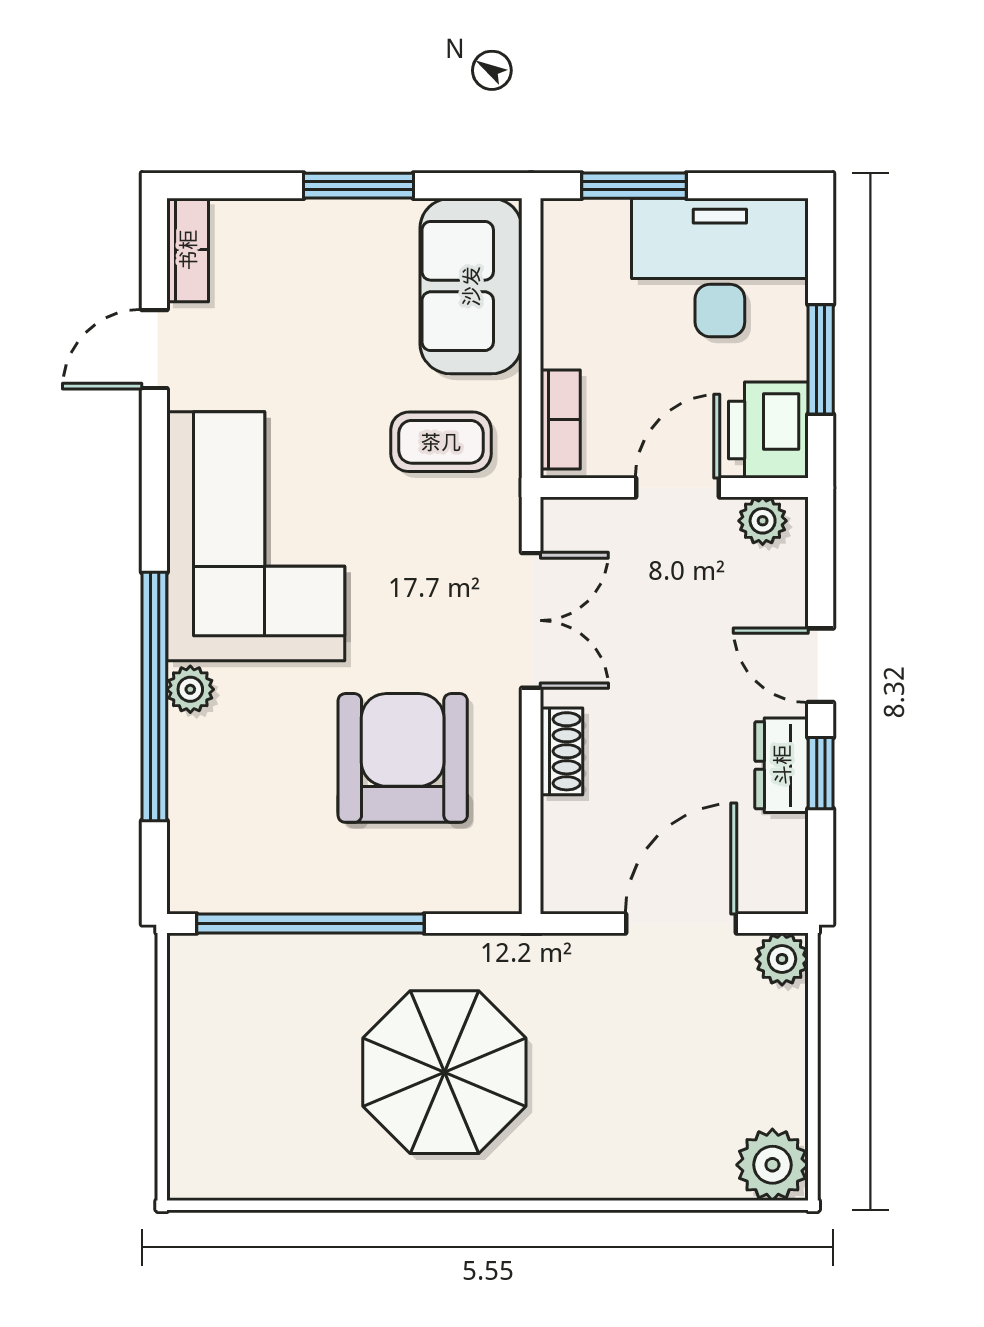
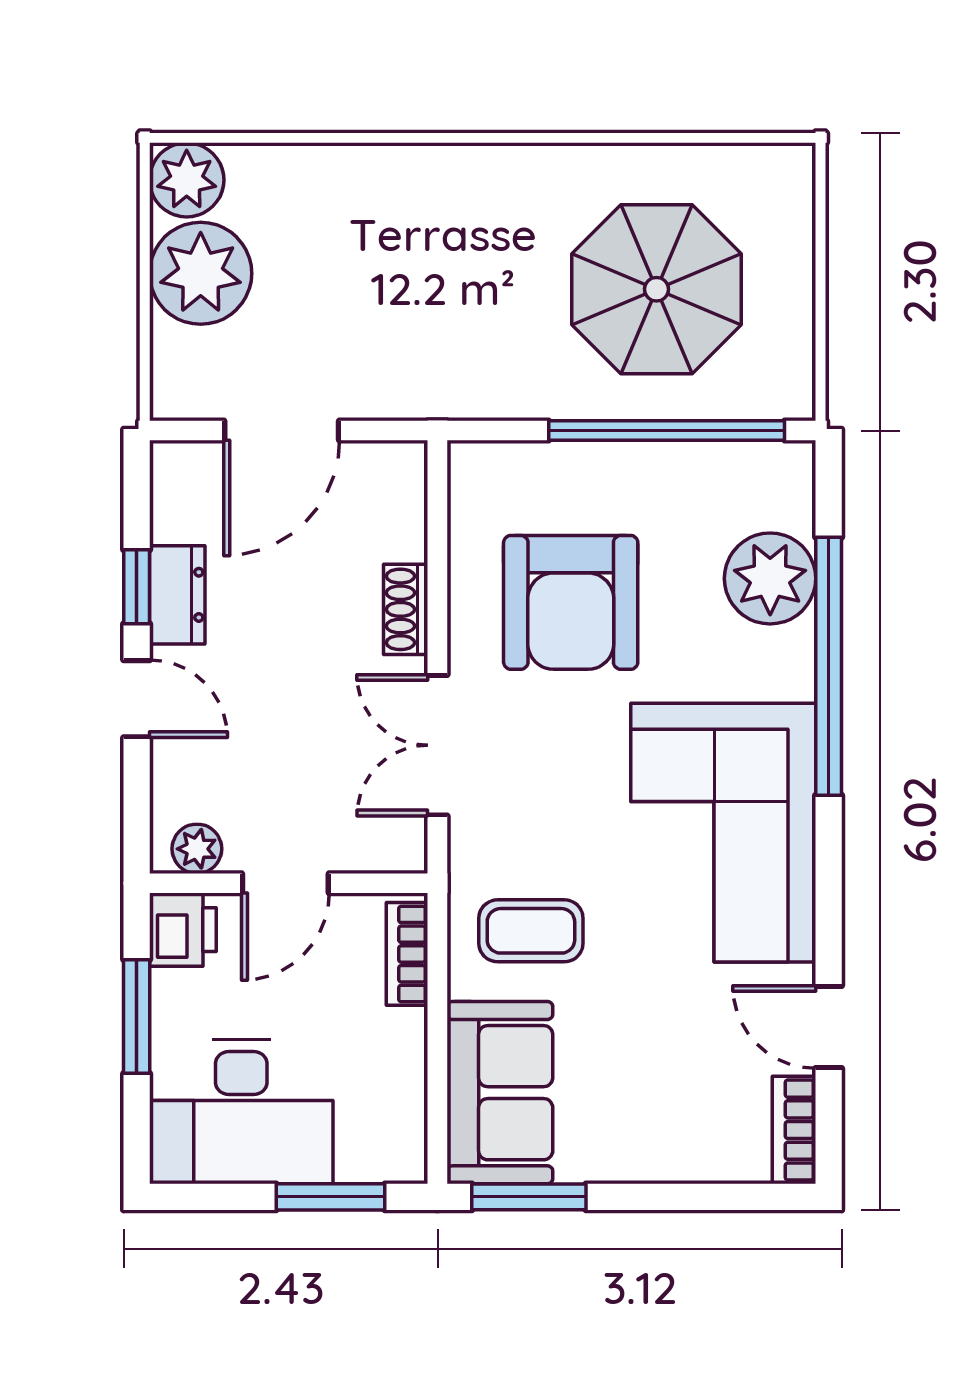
window: (359, 186) -> (529, 1197), moved
door: (154, 349) -> (829, 1027), swing flipped
printer: (768, 430) -> (183, 930), width x0.73, depth x0.81
plant: (190, 689) -> (770, 578), moved, width x1.88, depth x1.88
plant: (782, 959) -> (201, 273), moved, width x1.87, depth x1.87
parasol: (444, 1072) -> (657, 289), moved

